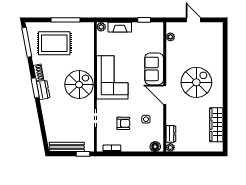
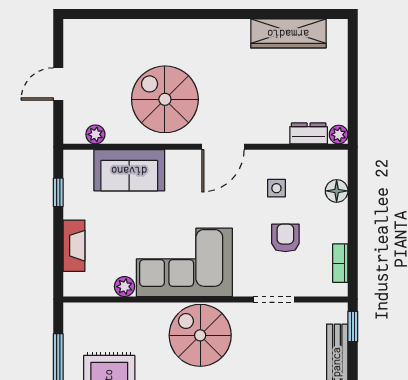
plant: (101, 27) -> (124, 287), moved
sofa: (154, 69) -> (129, 170), moved
spiral stairs: (196, 82) -> (165, 99), moved
floor lamp: (155, 147) -> (337, 191), moved

